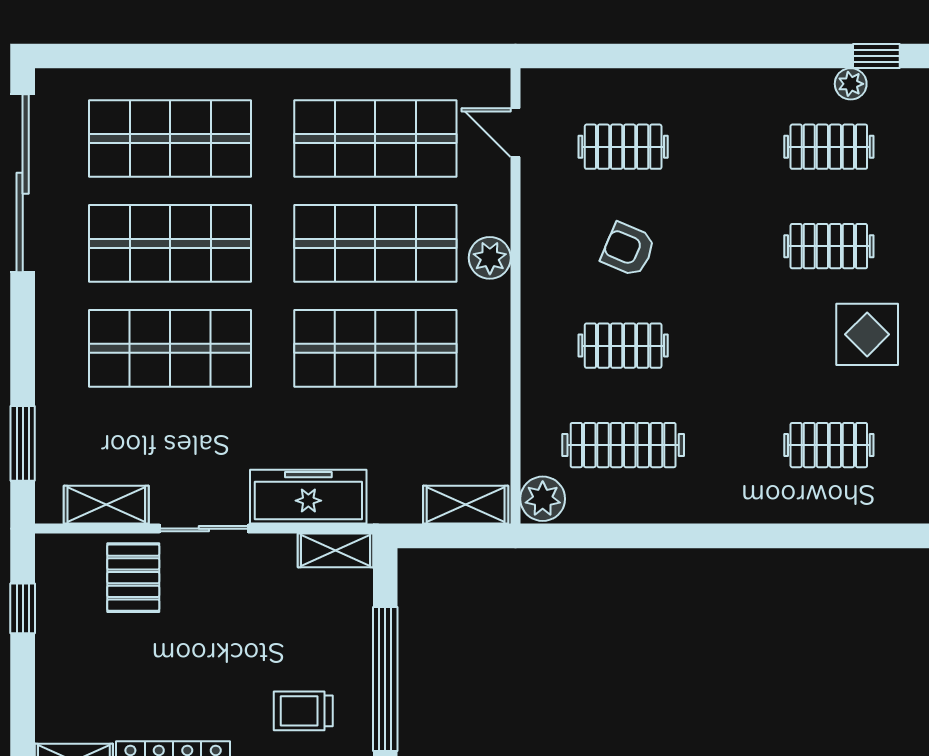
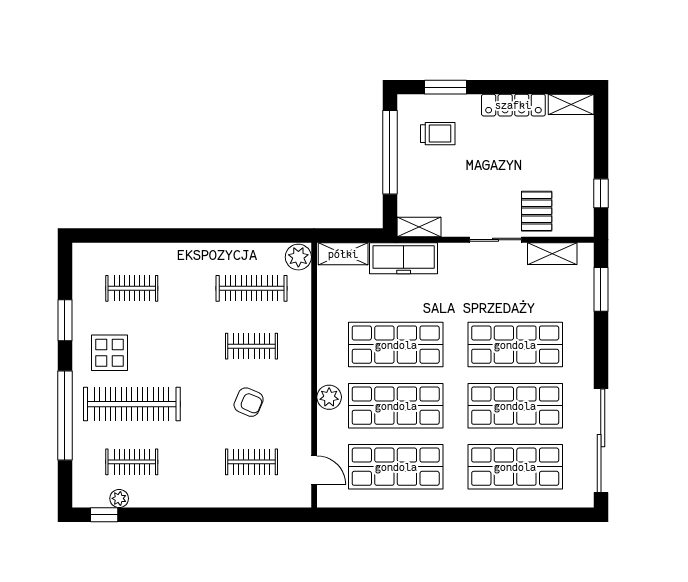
clothes rail: (829, 246) -> (132, 404), width x1.86, depth x1.31
freezer: (308, 497) -> (404, 258), moved

